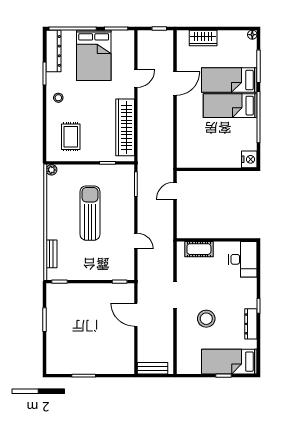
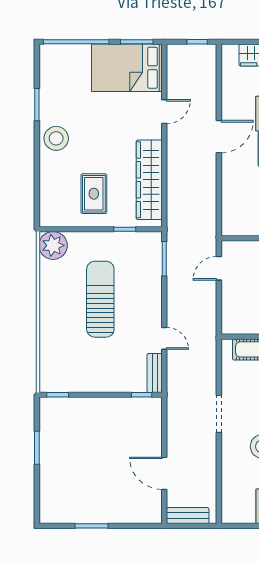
dresser: (54, 51) -> (49, 73), removed
bed: (94, 55) -> (127, 68), moved, turned 90
door: (175, 83) -> (219, 137), moved
stool: (58, 98) -> (56, 138), width x1.89, depth x1.89
rug: (71, 137) -> (94, 194), moved
plant: (51, 170) -> (53, 245), width x1.87, depth x1.87
bench: (51, 254) -> (155, 373), moved
door: (136, 315) -> (164, 473), moved

